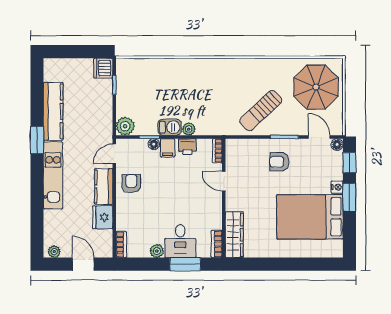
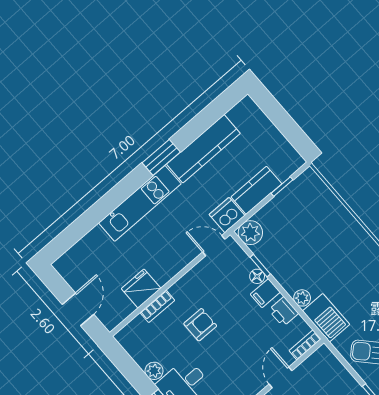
dishwasher: (103, 68) -> (227, 215), moved
barbecue: (170, 127) -> (326, 318), moved, width x1.38, depth x1.27
armchair: (131, 184) -> (200, 325), moved
kitchen counter: (104, 186) -> (256, 190), moved
bookcase: (121, 245) -> (157, 306), moved
plant: (54, 252) -> (66, 270), removed

